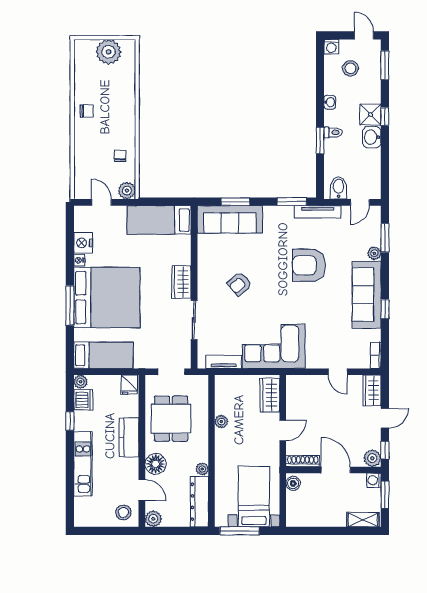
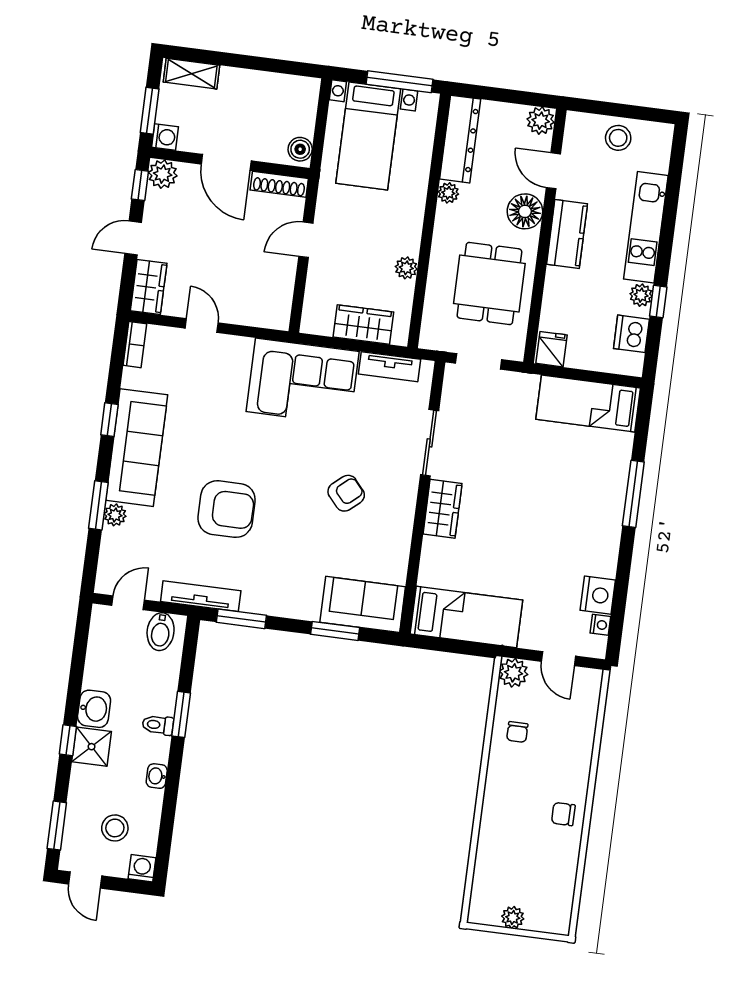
plant: (109, 52) -> (513, 918), width x0.53, depth x0.53
sofa: (230, 219) -> (363, 604), width x0.73
window: (385, 238) -> (98, 505), moved
nightstand: (79, 260) -> (600, 625), moved
bed: (107, 298) -> (570, 499), removed
plant: (81, 382) -> (641, 295), moved
wardrobe: (270, 395) -> (363, 325), moved, turned -90
kitchen counter: (129, 437) -> (567, 234), moved
stool: (123, 512) -> (618, 138), moved

